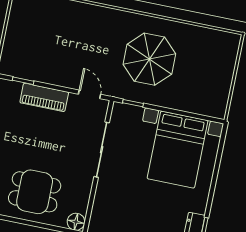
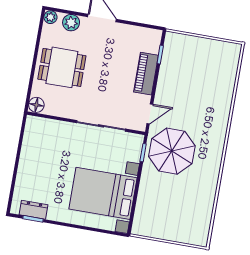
parasol: (149, 59) -> (172, 151), moved
dining table: (35, 192) -> (62, 67), turned 90

